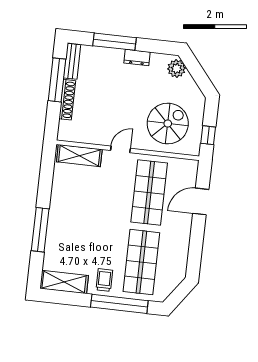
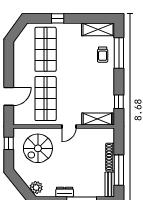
window: (46, 176) -> (119, 102), added
window: (40, 230) -> (119, 53), moved
trolley: (104, 280) -> (103, 55), moved
window: (119, 304) -> (58, 18), width x0.32

